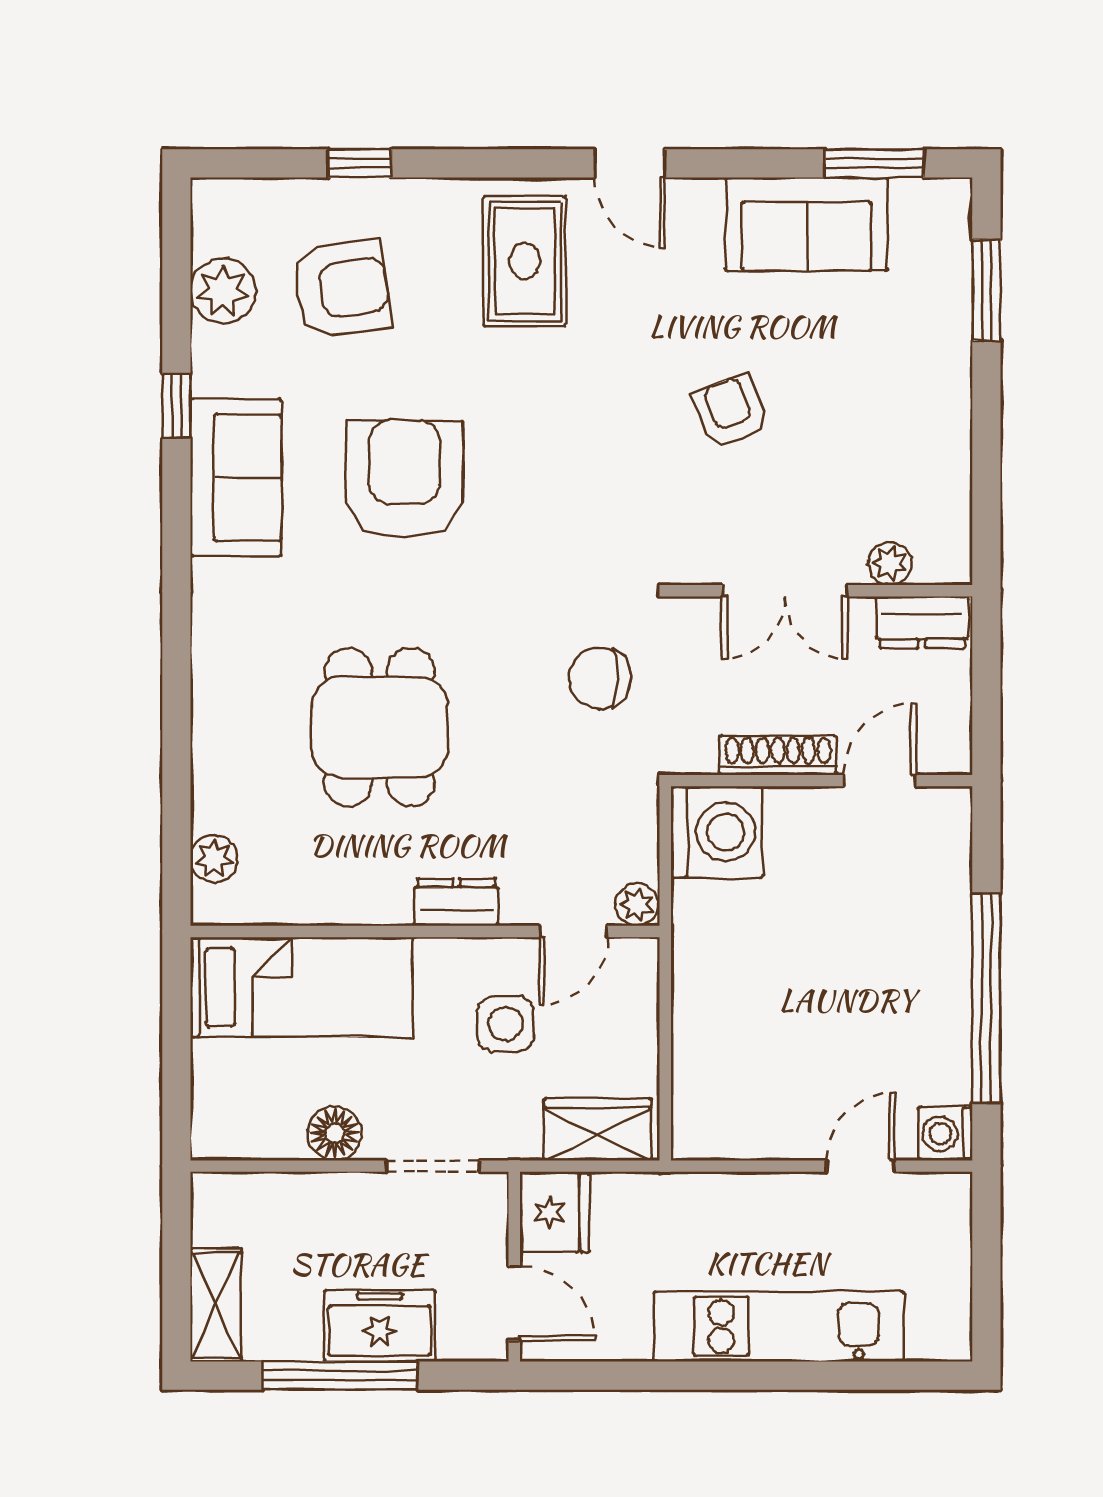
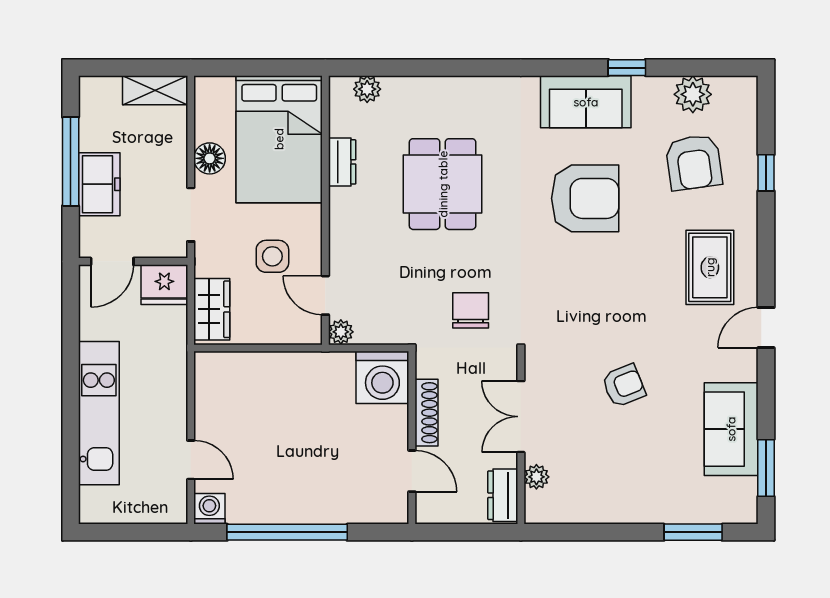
rug: (525, 261) -> (710, 267), turned 90
dining table: (379, 727) -> (443, 184), turned 90
dresser: (456, 902) -> (342, 162), moved
bed: (301, 987) -> (279, 139), width x1.50
shelving: (216, 1305) -> (155, 90), moved

